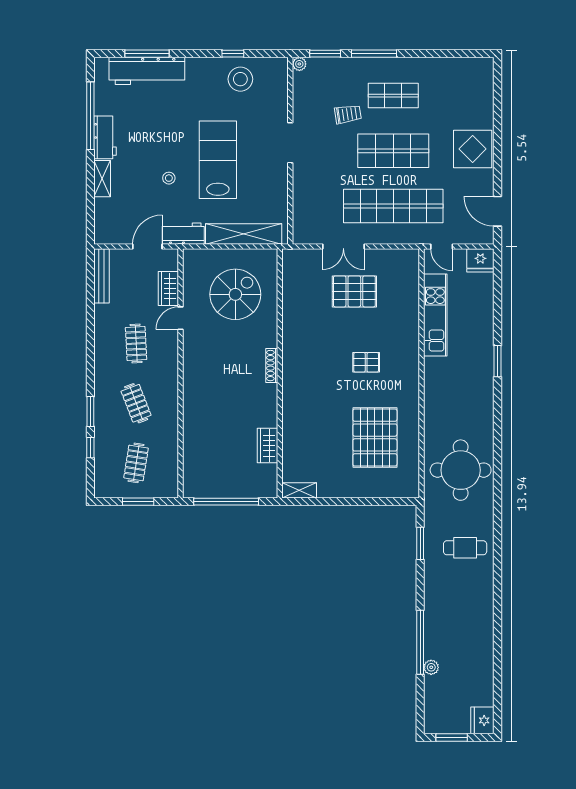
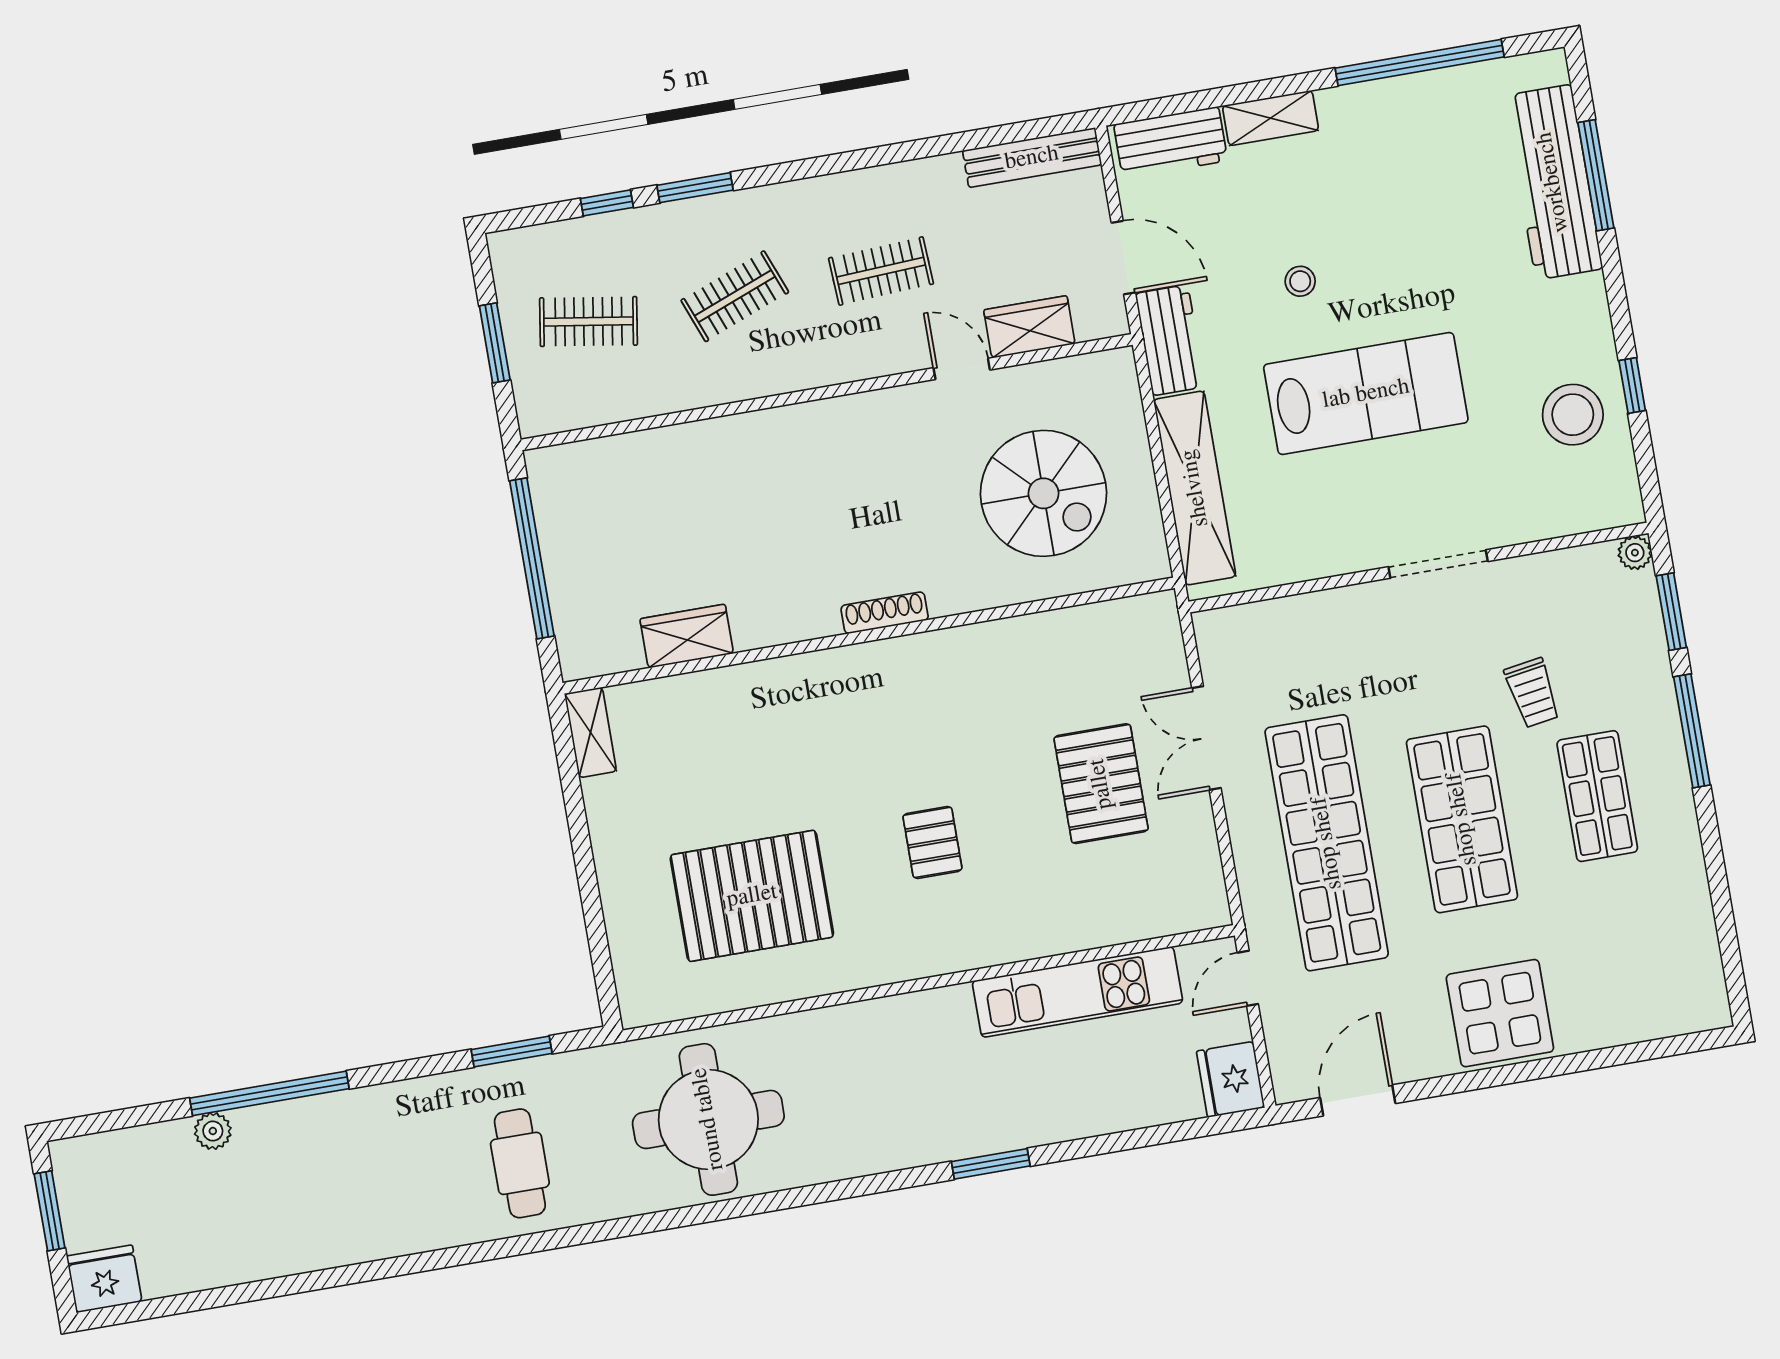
workbench: (105, 137) -> (1171, 143), moved

